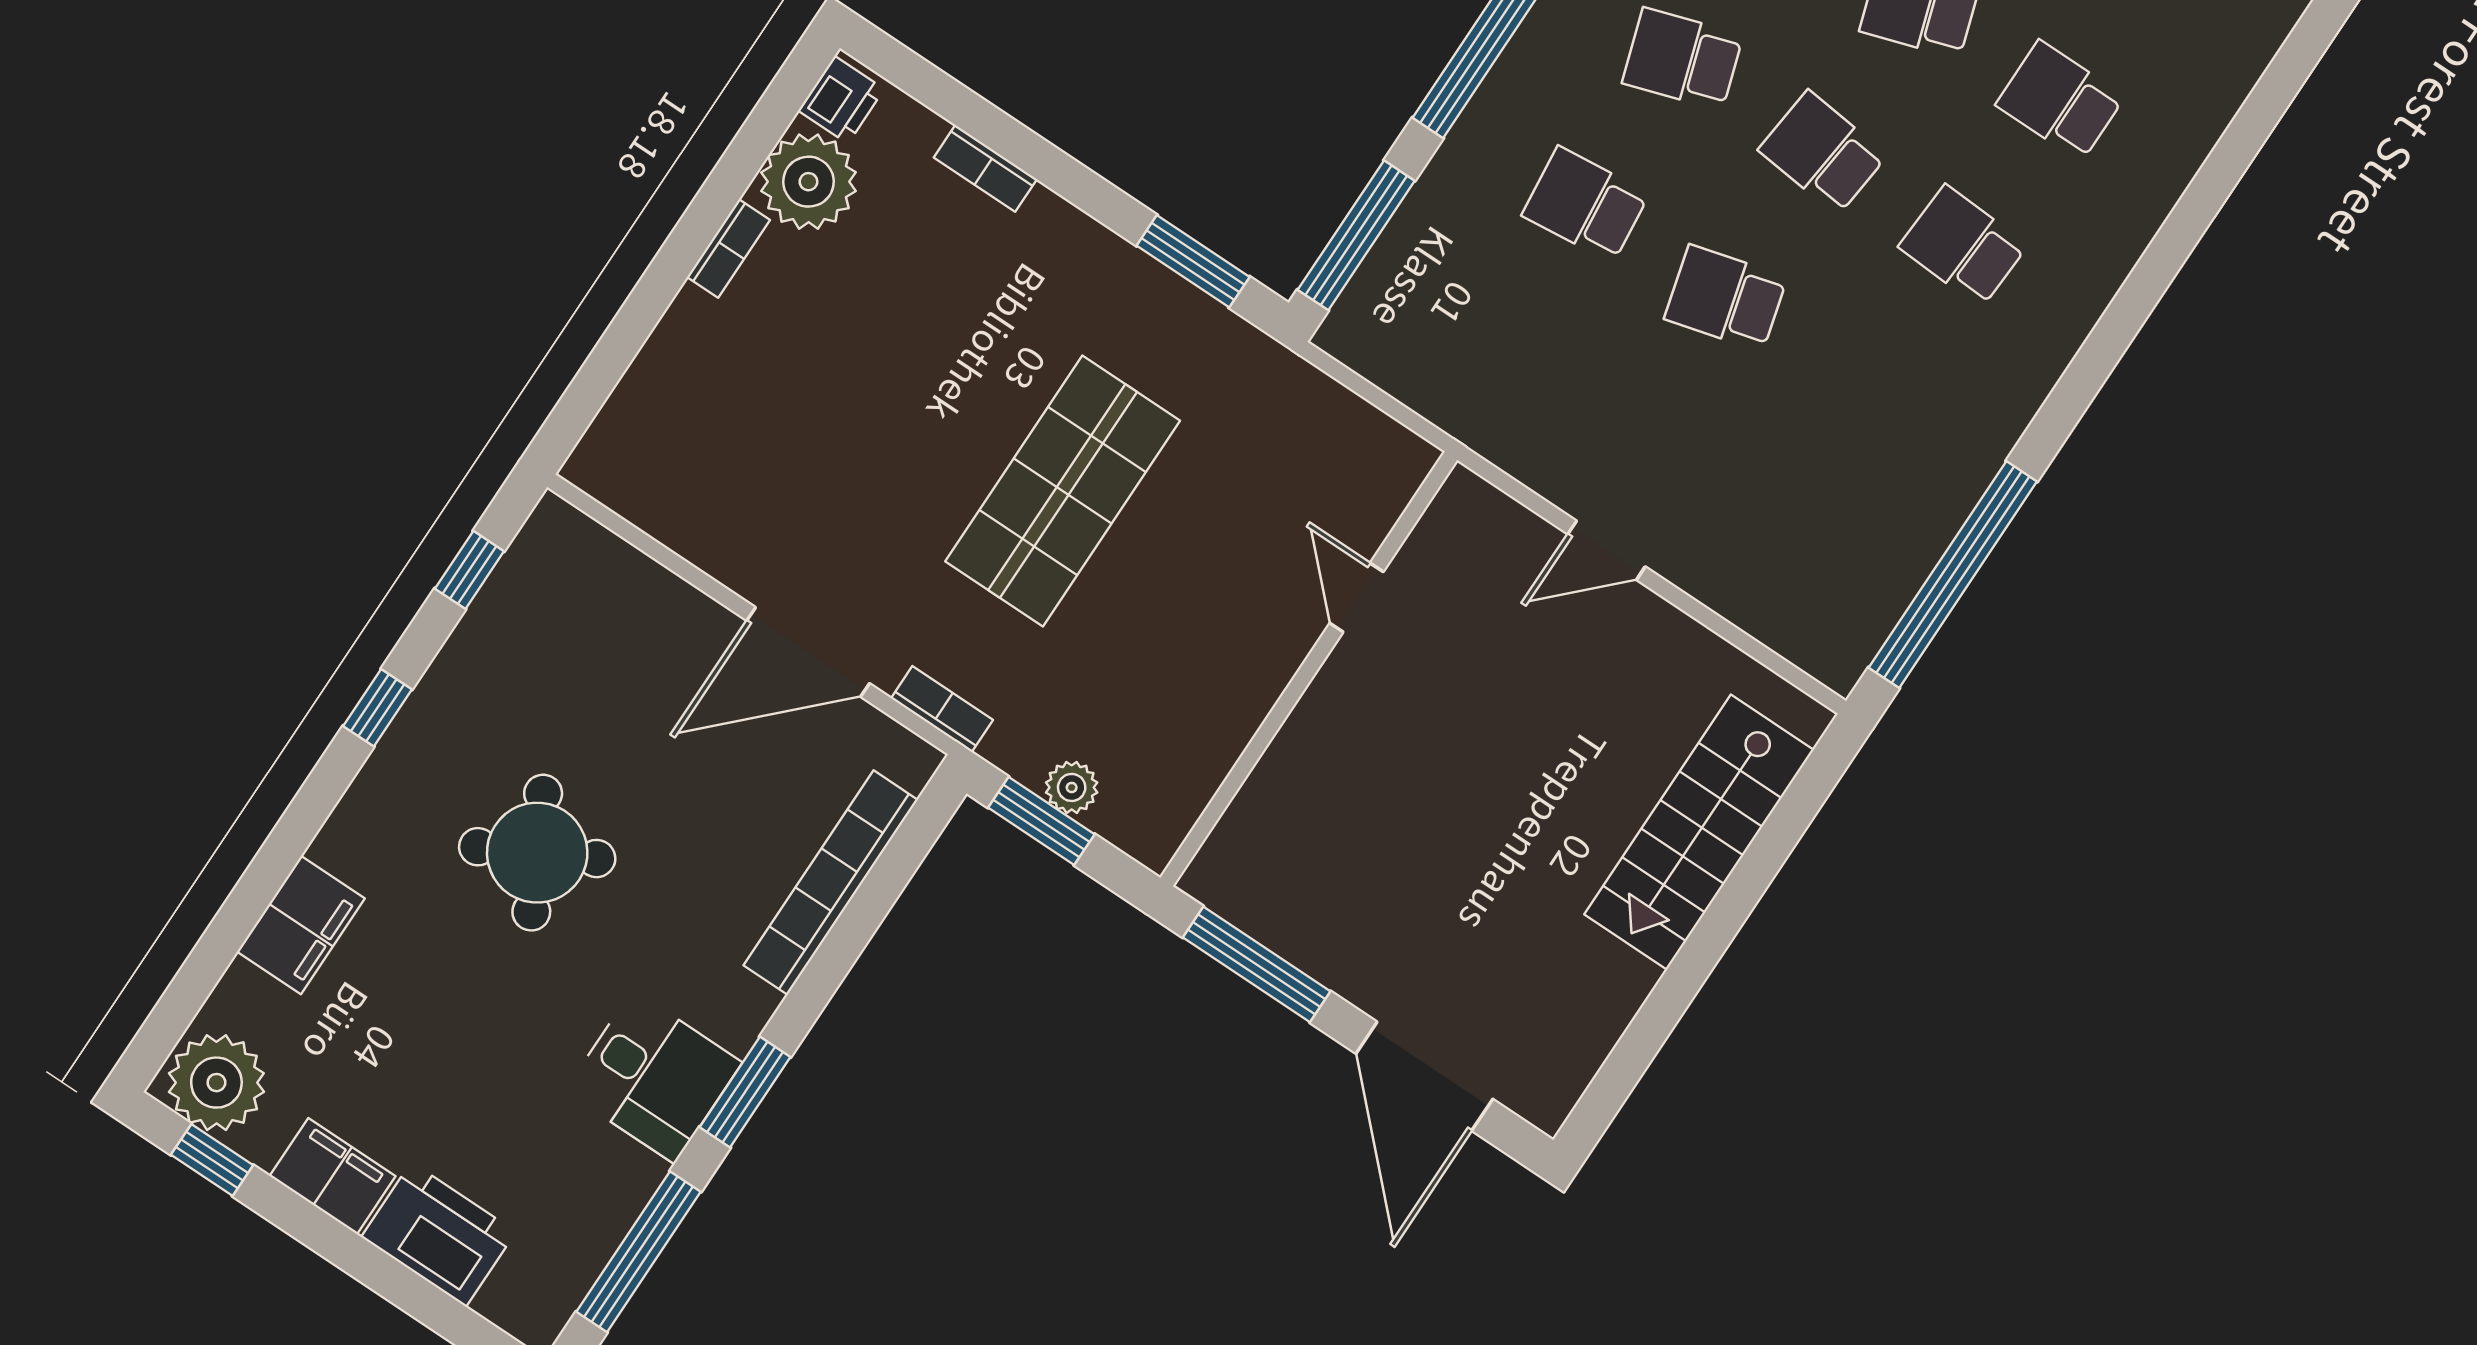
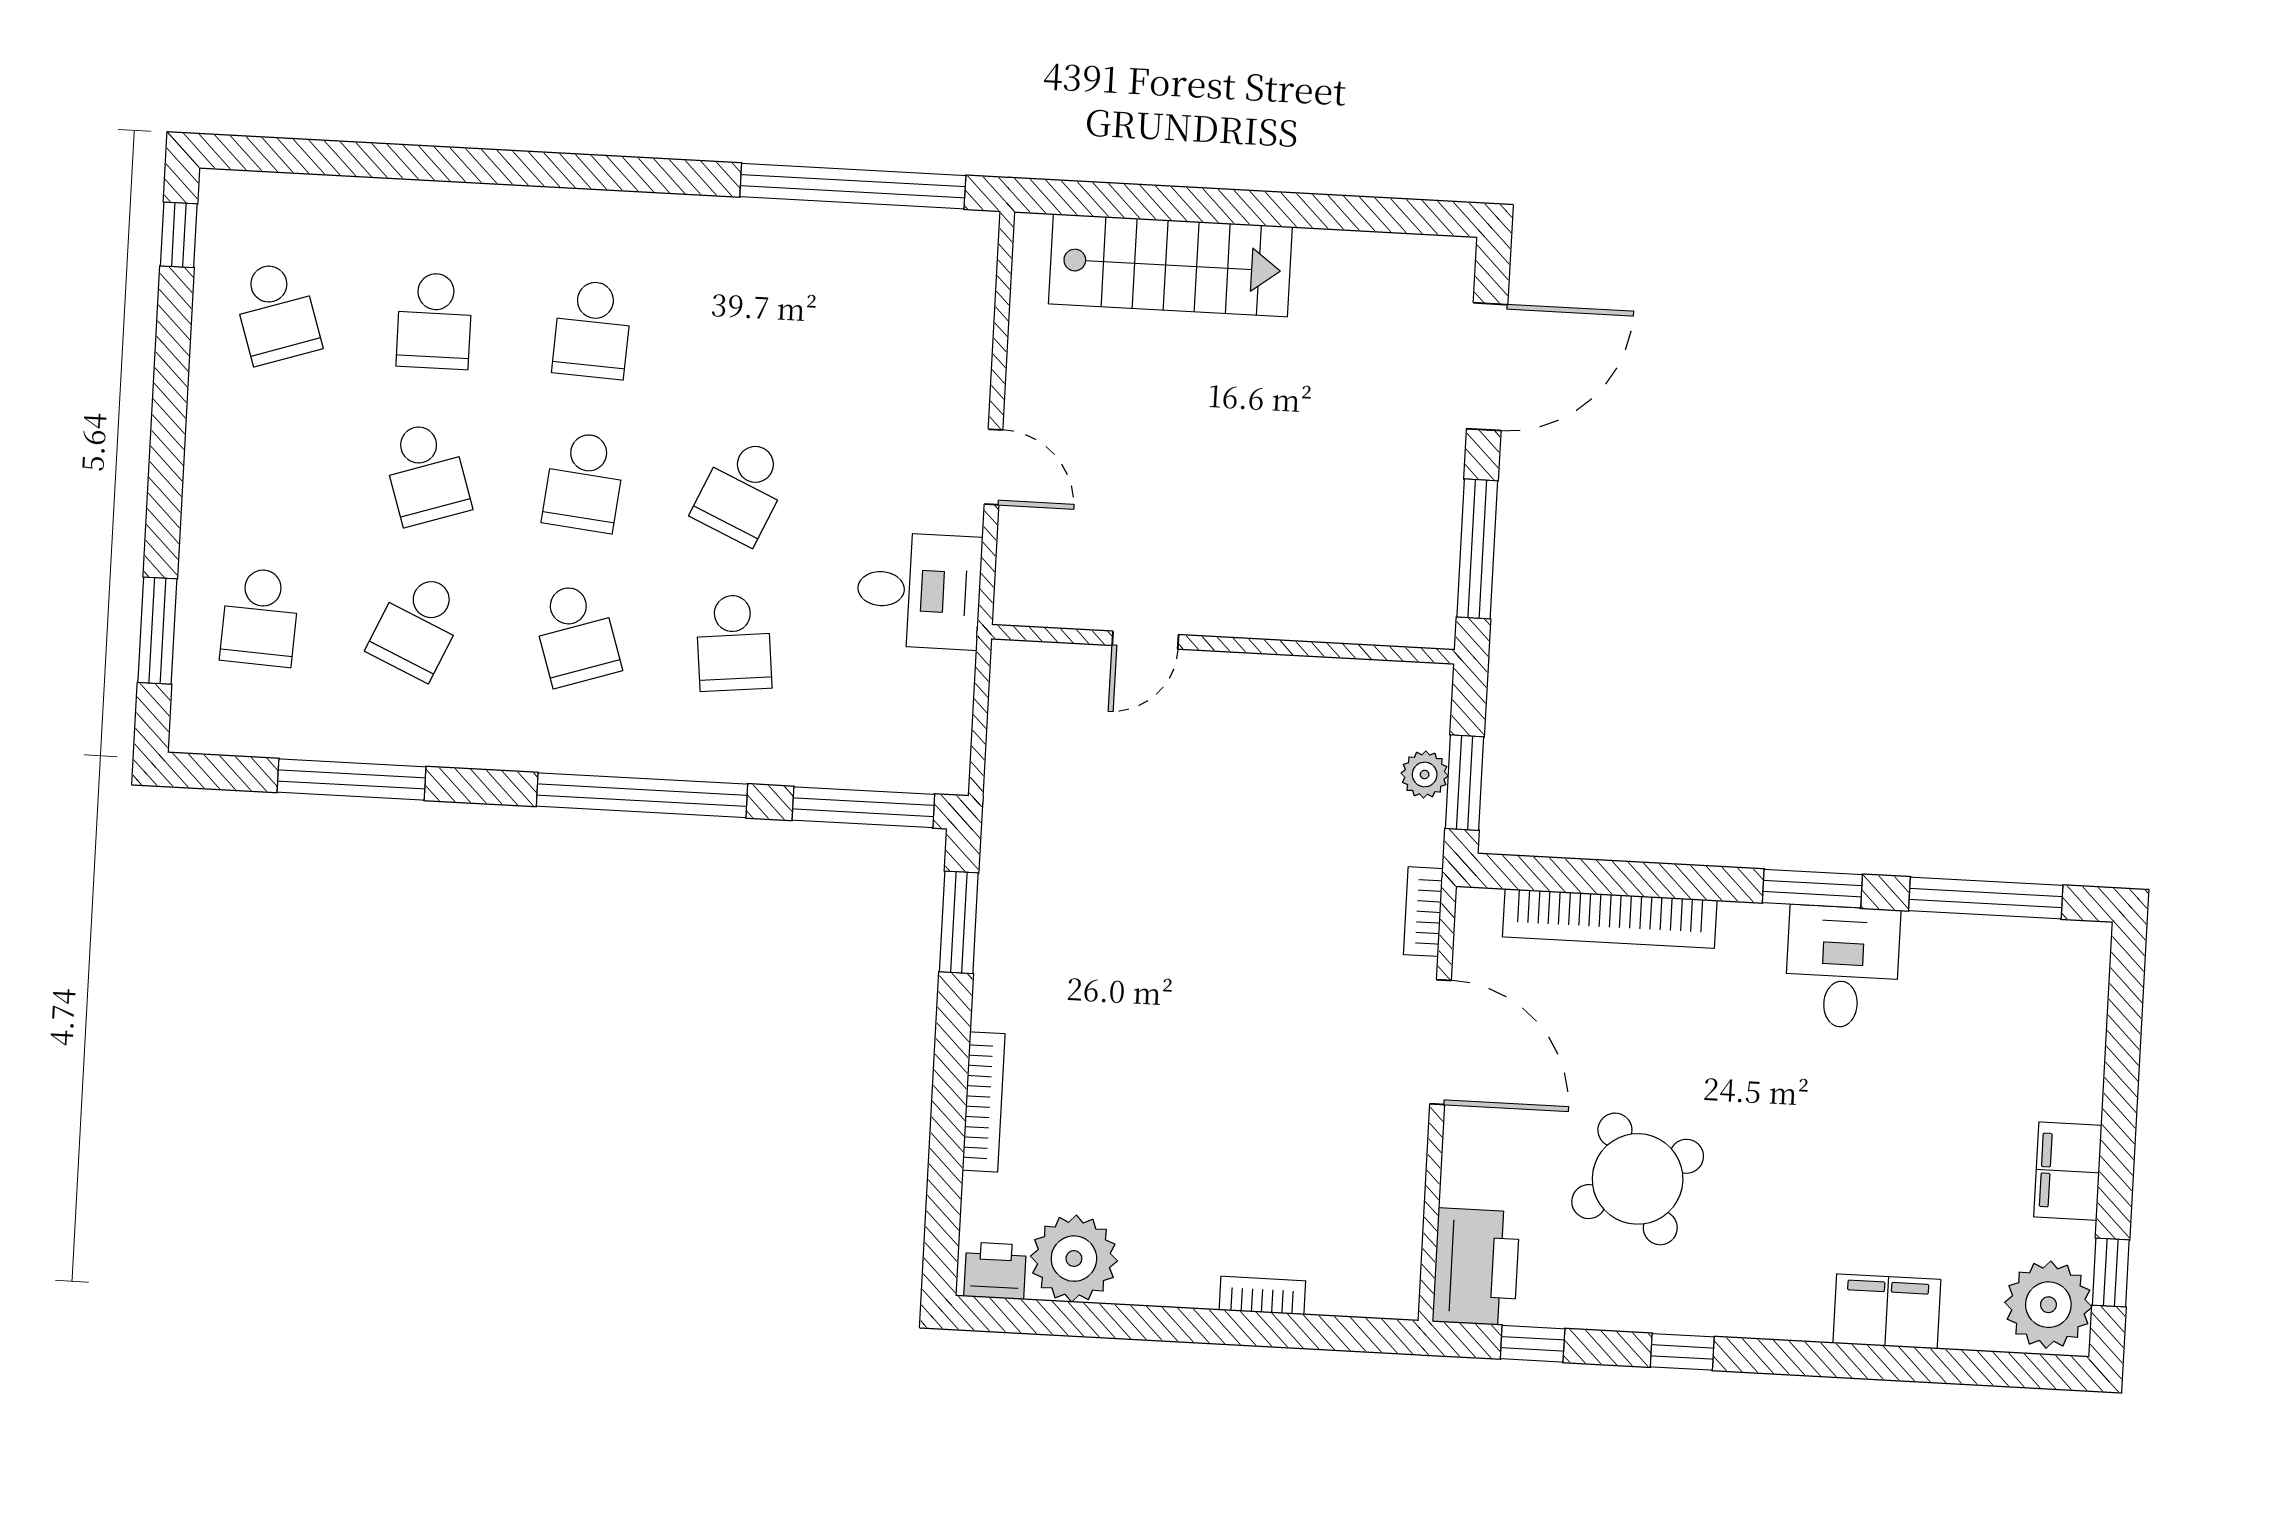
bookcase: (985, 168) -> (984, 1102), width x1.56
bookcase: (728, 249) -> (1262, 1295), moved
school desk: (1726, 298) -> (742, 490), turned 39
desk: (1531, 410) -> (919, 591), added
shop shelf: (1063, 491) -> (1198, 918), removed
round table: (537, 853) -> (1638, 1179), moved
printer: (439, 1234) -> (1476, 1267), moved, turned 180

